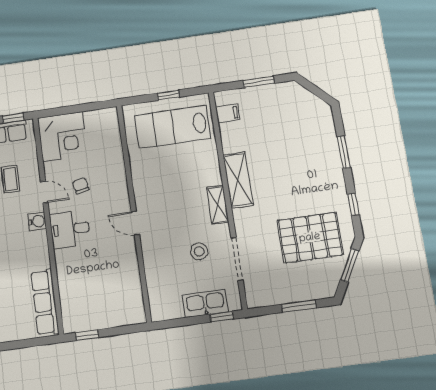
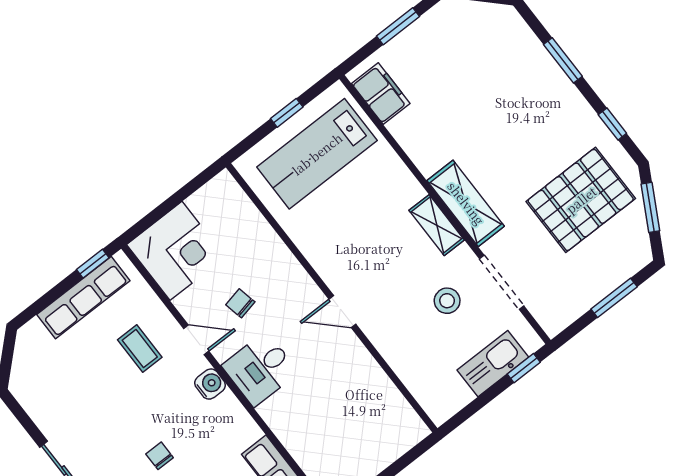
filing cabinet: (228, 113) -> (381, 94), width x2.00
shelving: (238, 180) -> (466, 203), moved

